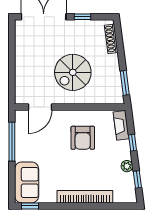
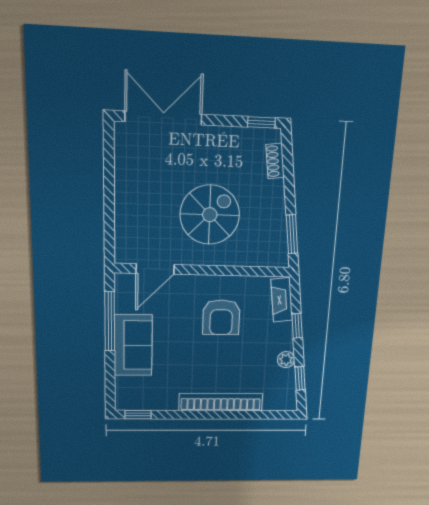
window: (82, 17) -> (261, 122), moved
shoe rack: (111, 39) -> (275, 161), width x0.70
spiral stairs: (73, 72) -> (210, 215), turned 180
sofa: (27, 182) -> (133, 345), moved

